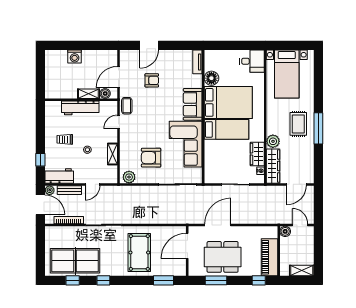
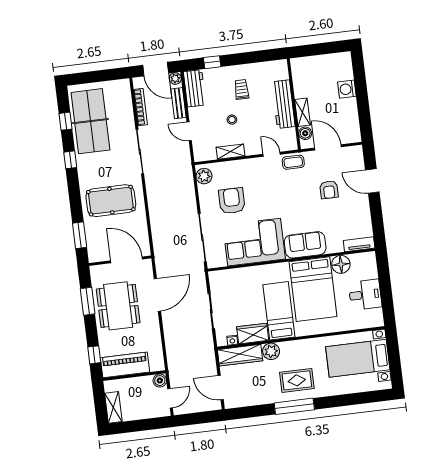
desk: (252, 61) -> (365, 295), moved, turned -90
bed: (226, 129) -> (279, 311), moved, turned 180
door: (40, 205) -> (156, 69), hinge flipped
door: (218, 225) -> (157, 295), hinge flipped

